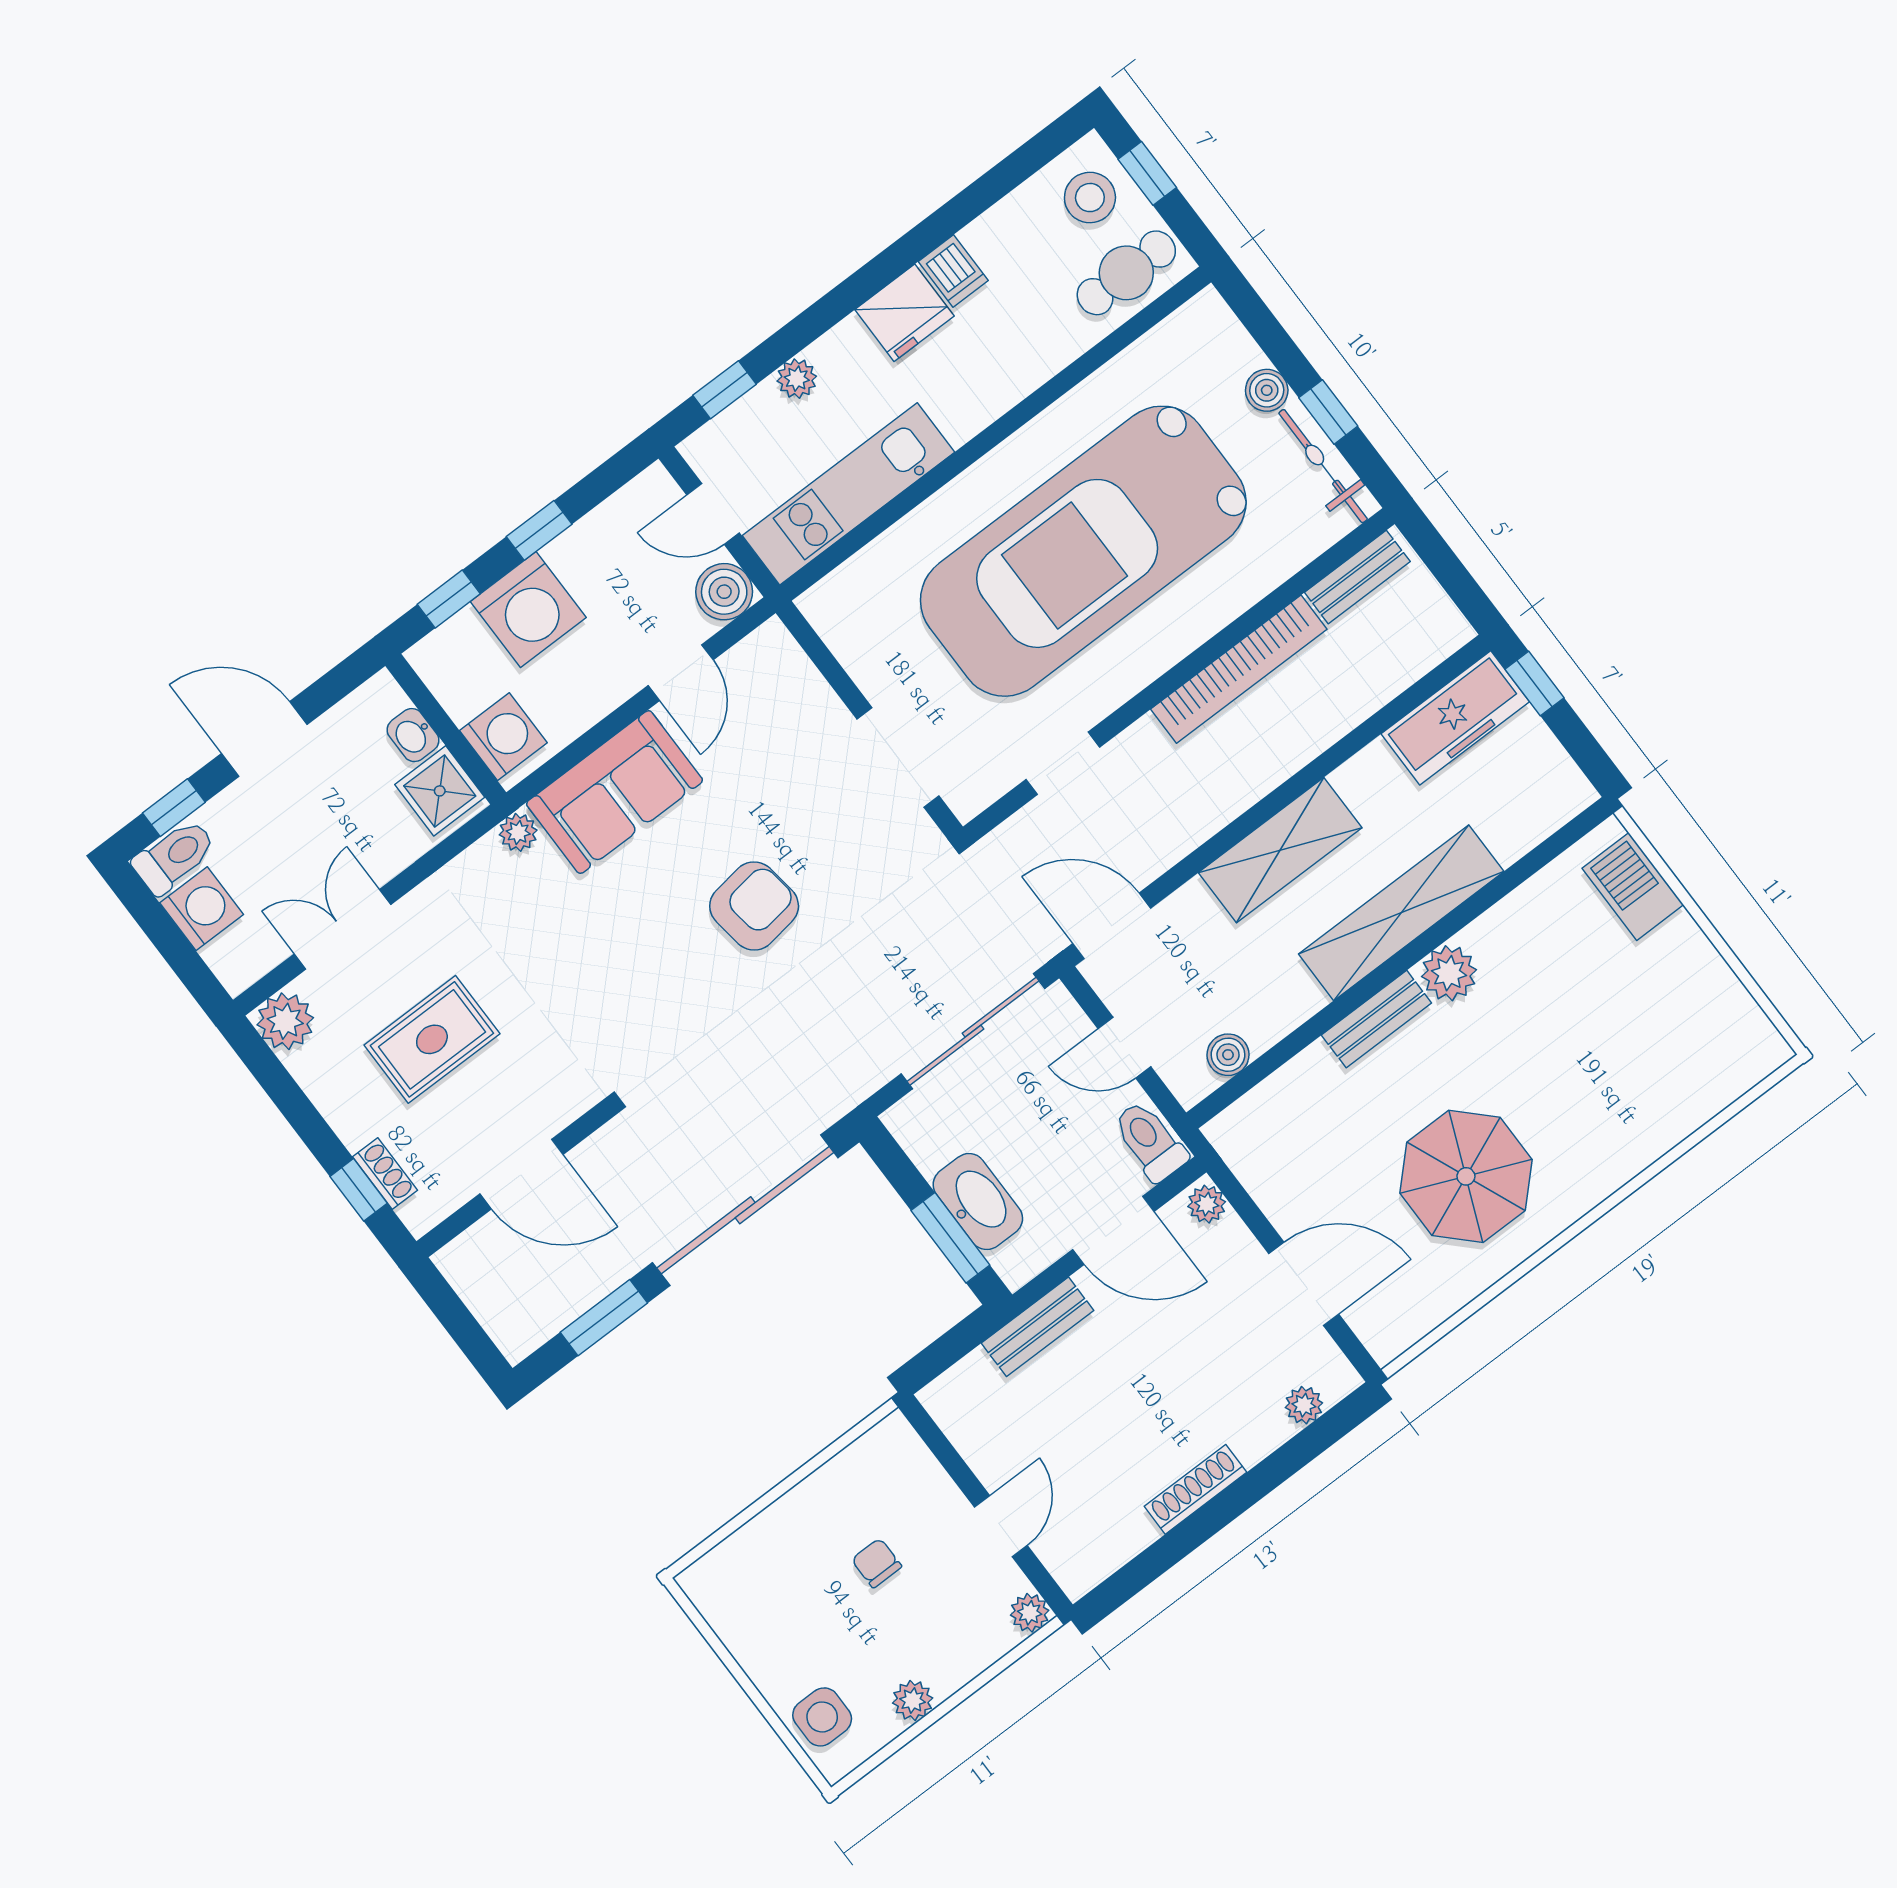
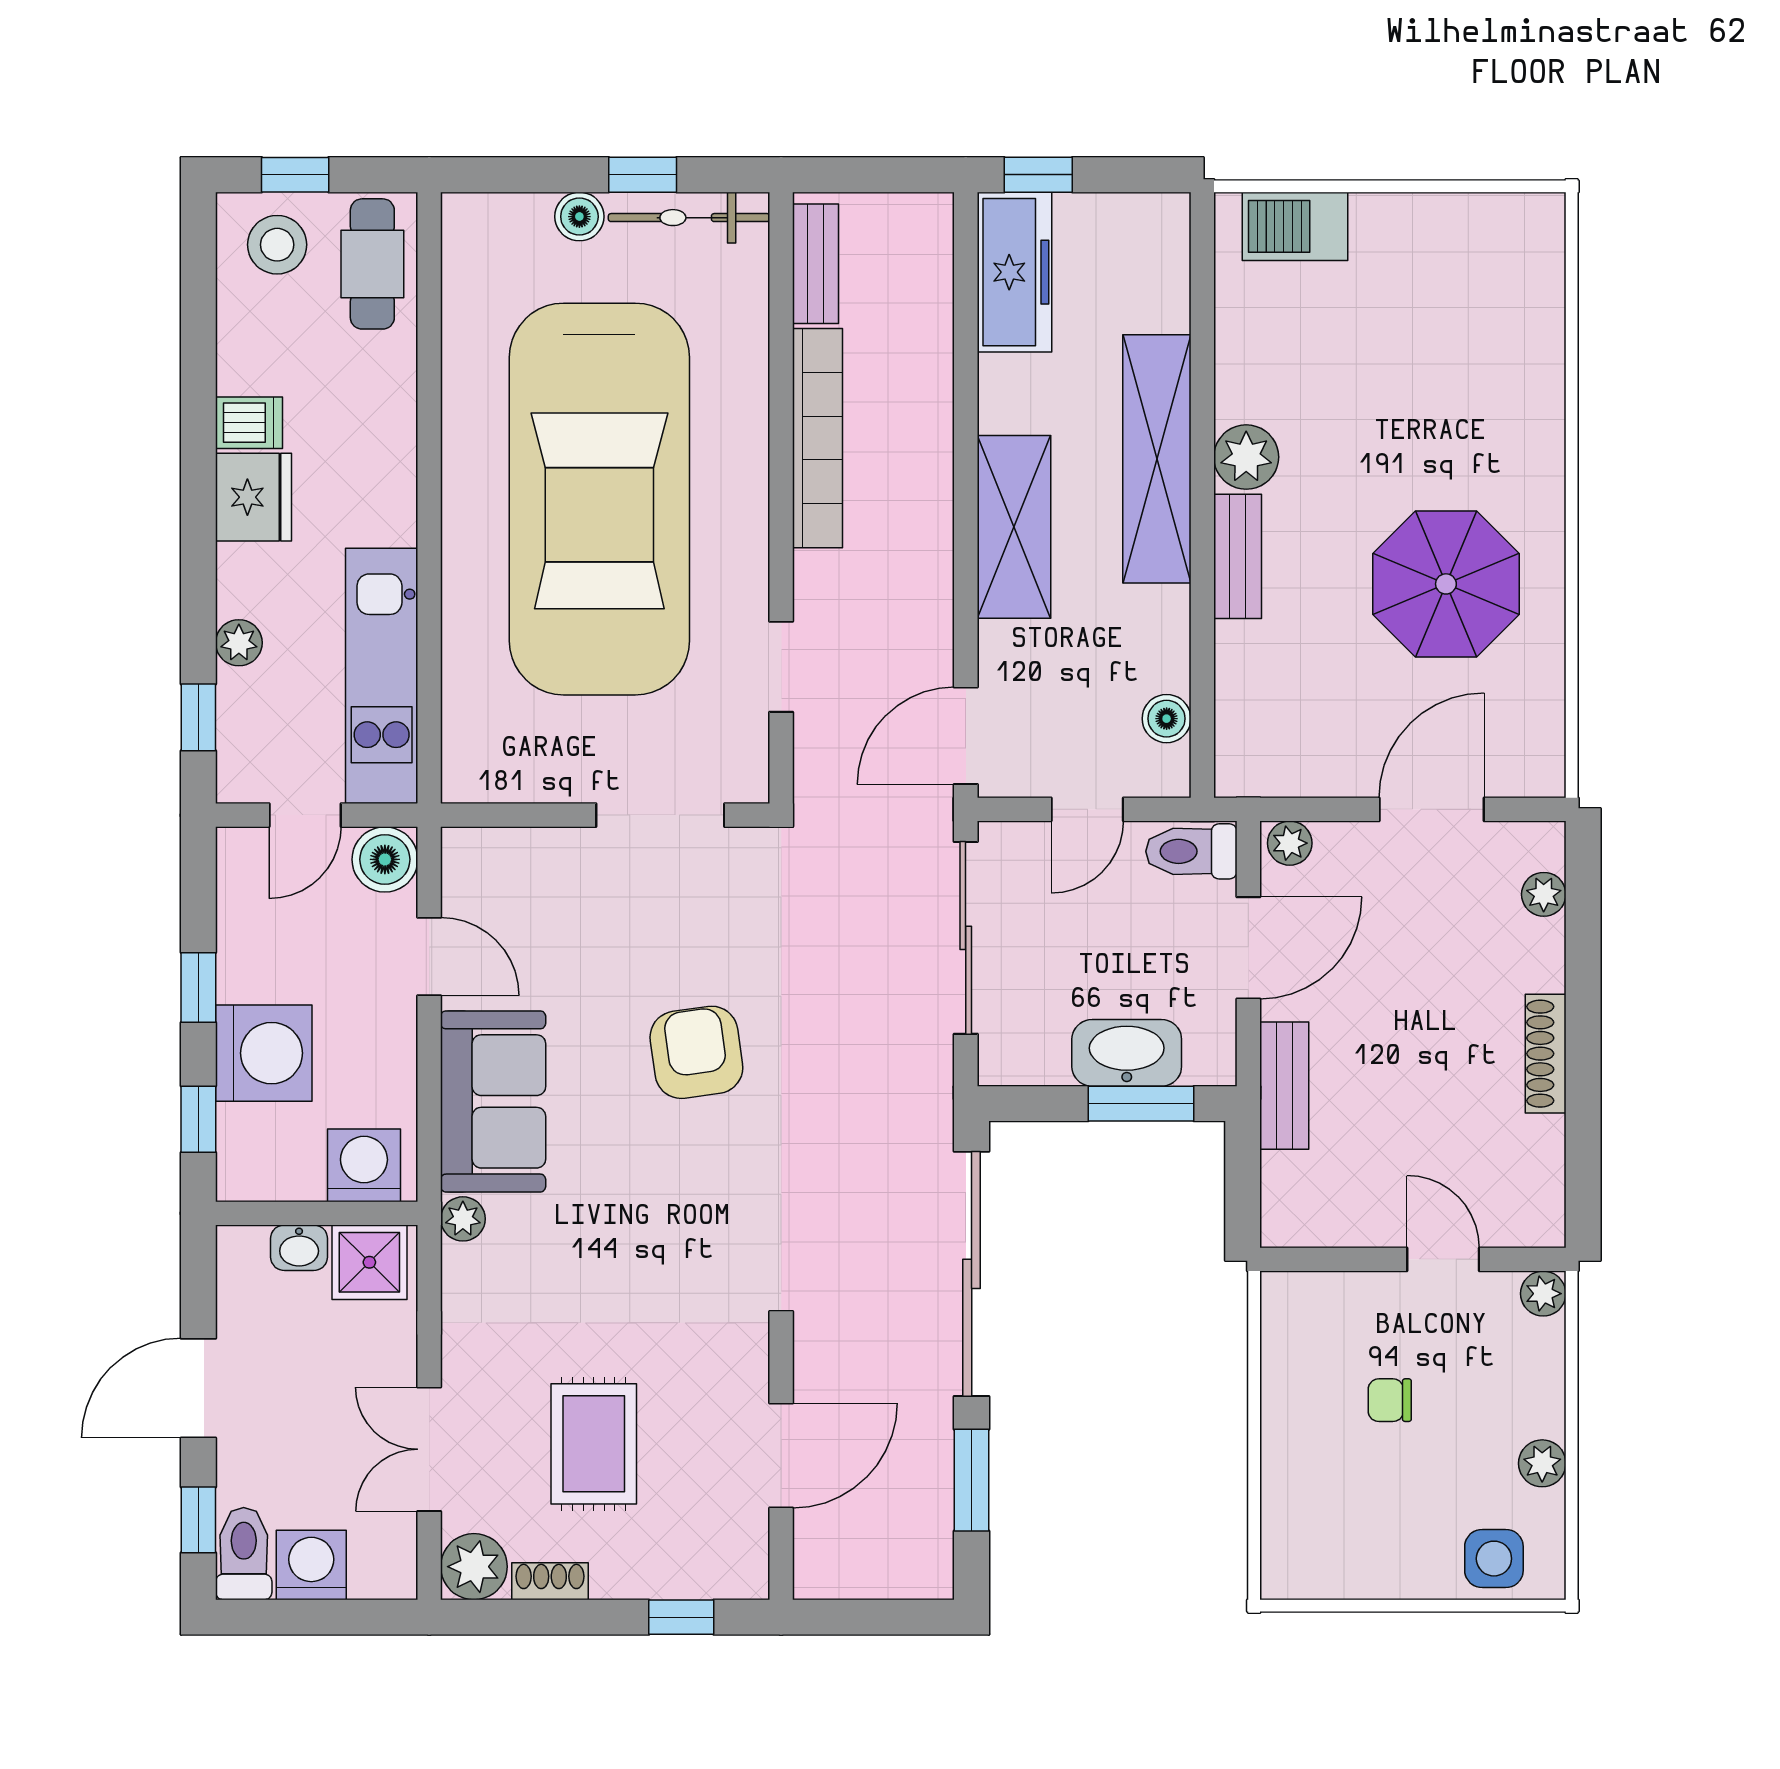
shoe rack: (385, 1174) -> (550, 1581), moved

